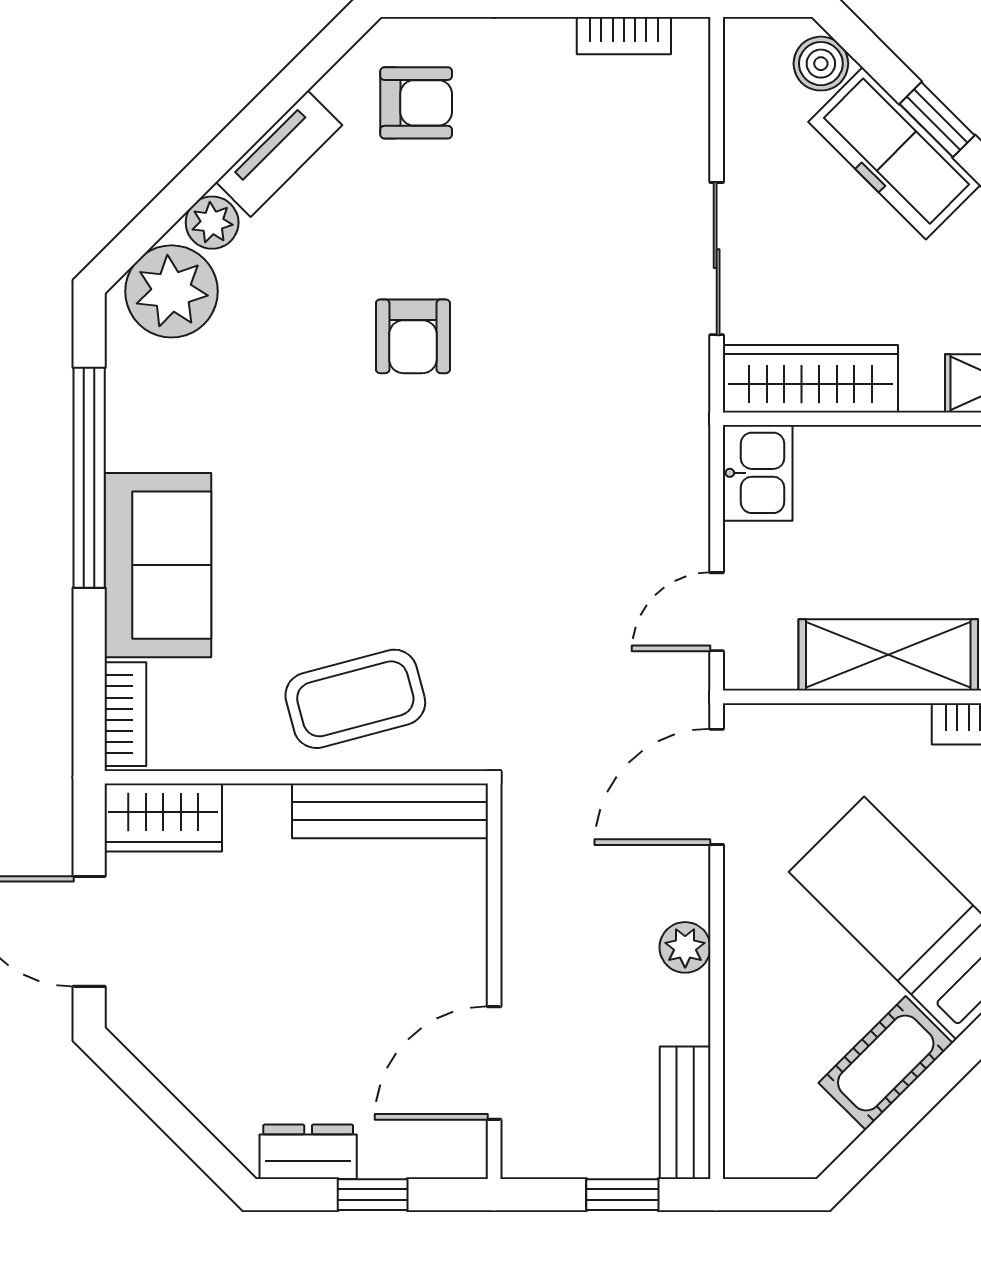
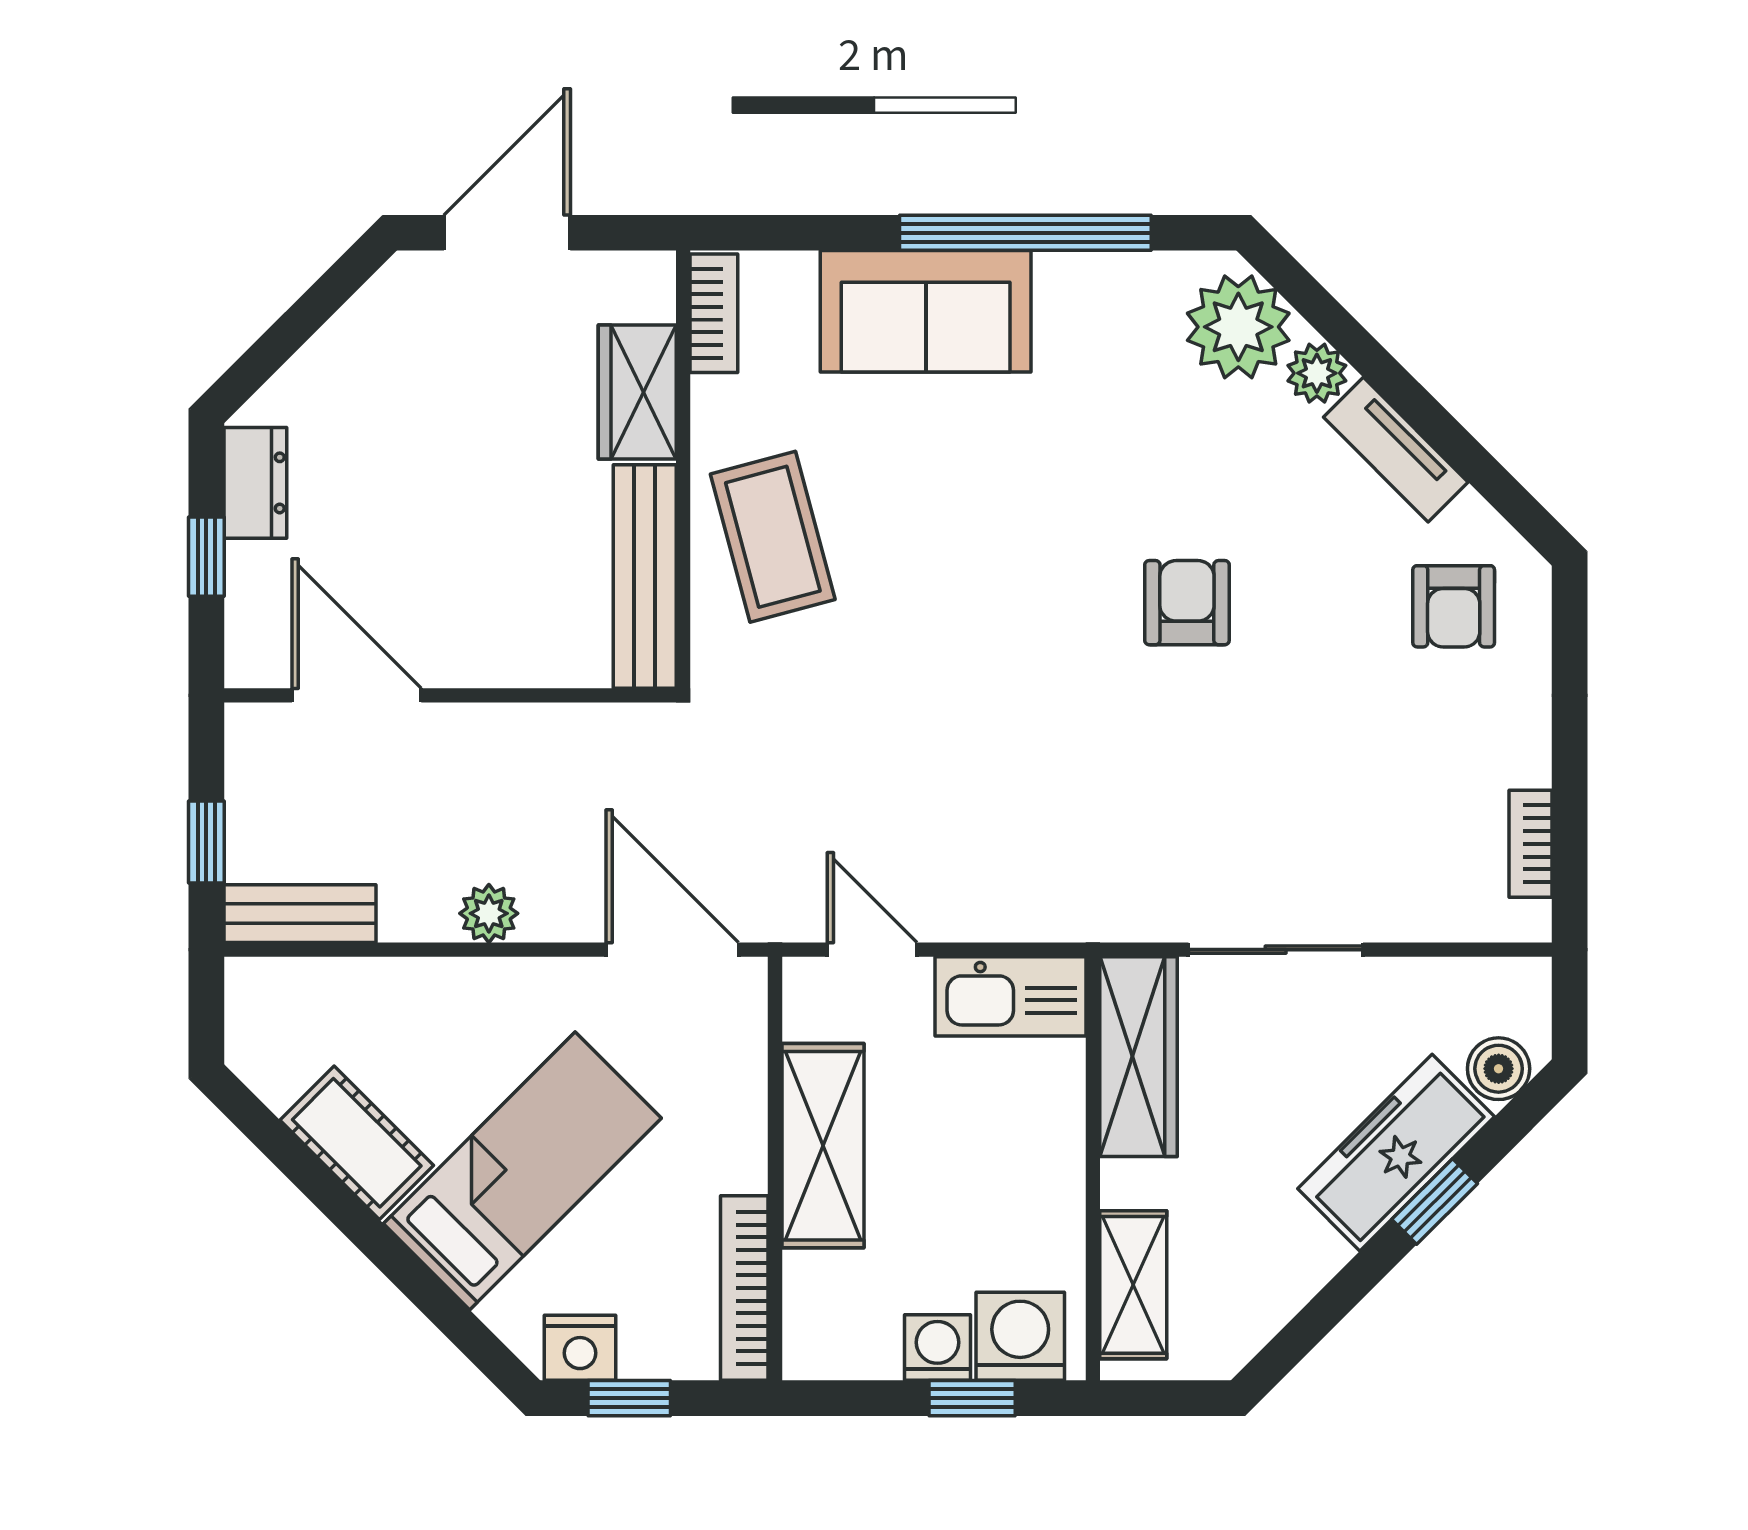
armchair: (413, 336) -> (1187, 603), turned 90
kitchen sink: (758, 473) -> (1010, 996), width x1.38
bookcase: (125, 714) -> (714, 313), moved, turned -90
wardrobe: (163, 817) -> (637, 392), moved

